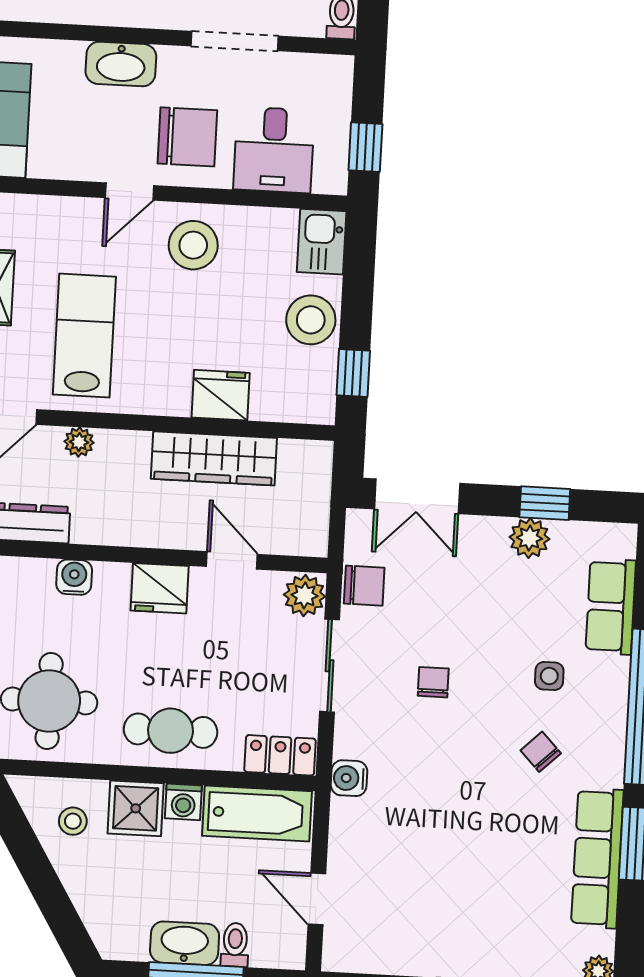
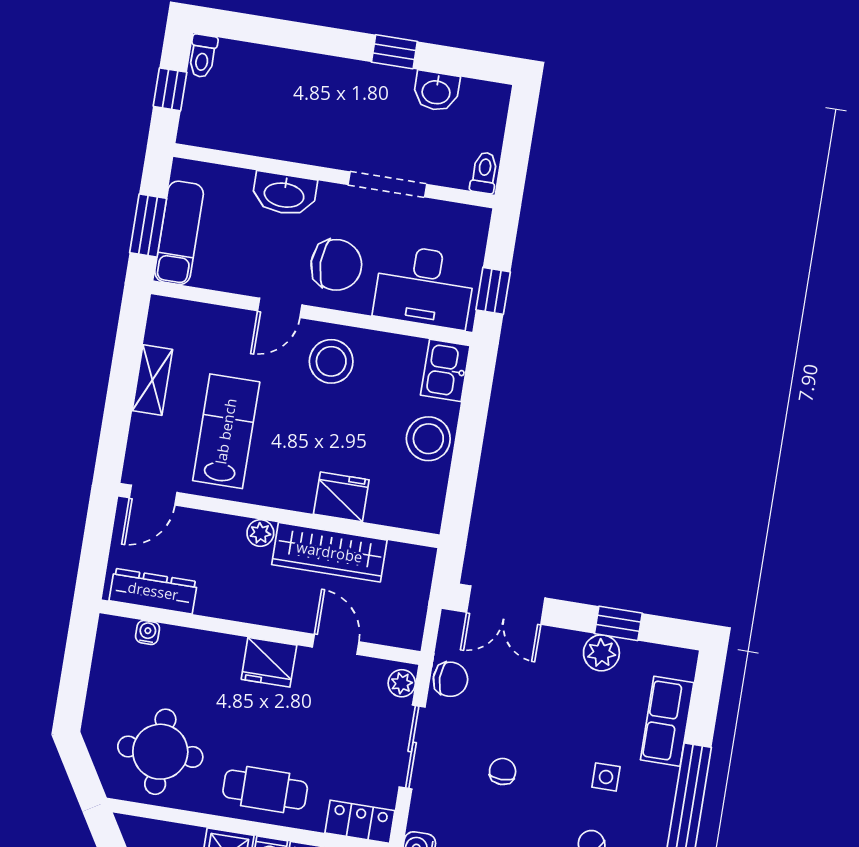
desk: (274, 150) -> (424, 287), width x1.37
window: (353, 373) -> (461, 490), removed
plant: (79, 442) -> (260, 533), moved
water cooler: (74, 577) -> (148, 632), moved, width x0.72, depth x0.72
plant: (305, 595) -> (402, 683), width x0.73, depth x0.73

